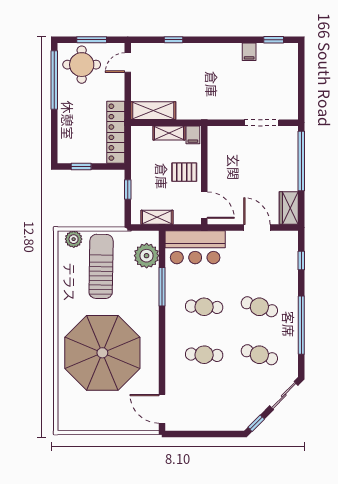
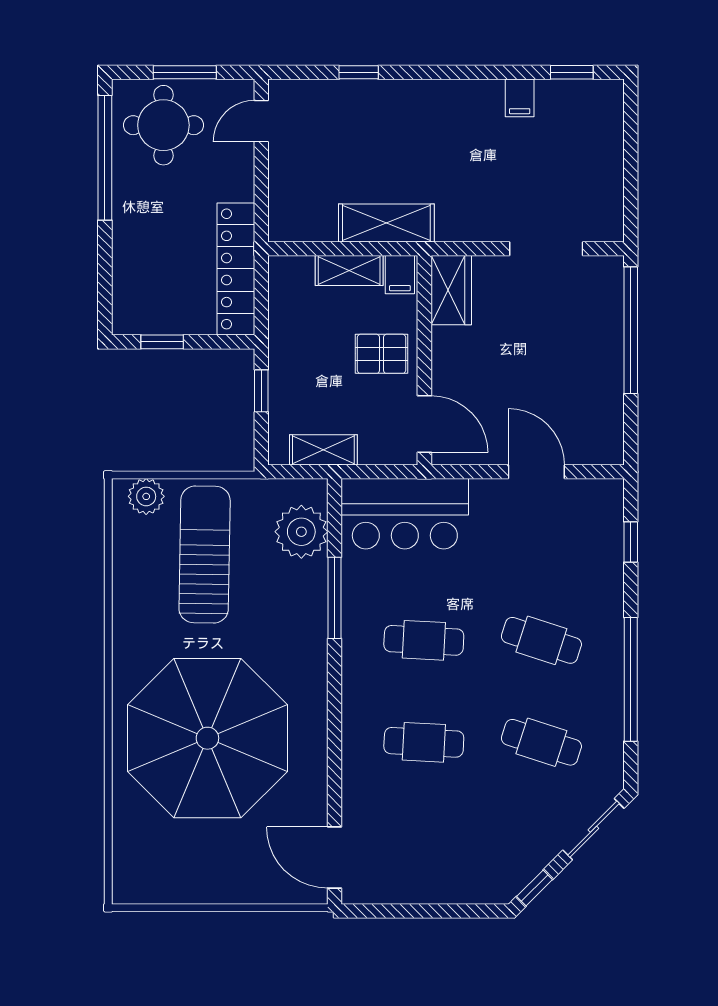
shelving: (153, 111) -> (386, 223), moved
wardrobe: (289, 208) -> (451, 290), moved, turned 180

